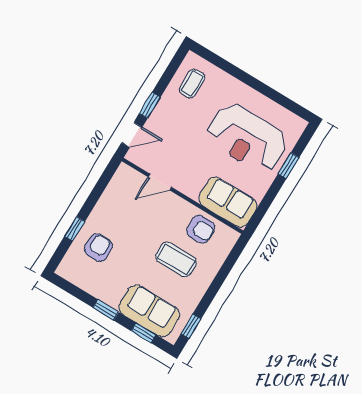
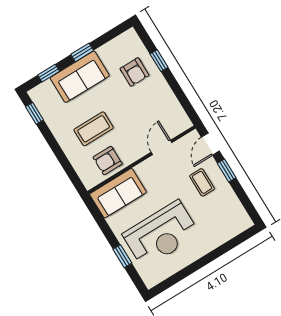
coffee table: (192, 84) -> (202, 182), moved
reception desk: (247, 138) -> (161, 234), turned 180
sofa: (149, 311) -> (80, 77), moved

